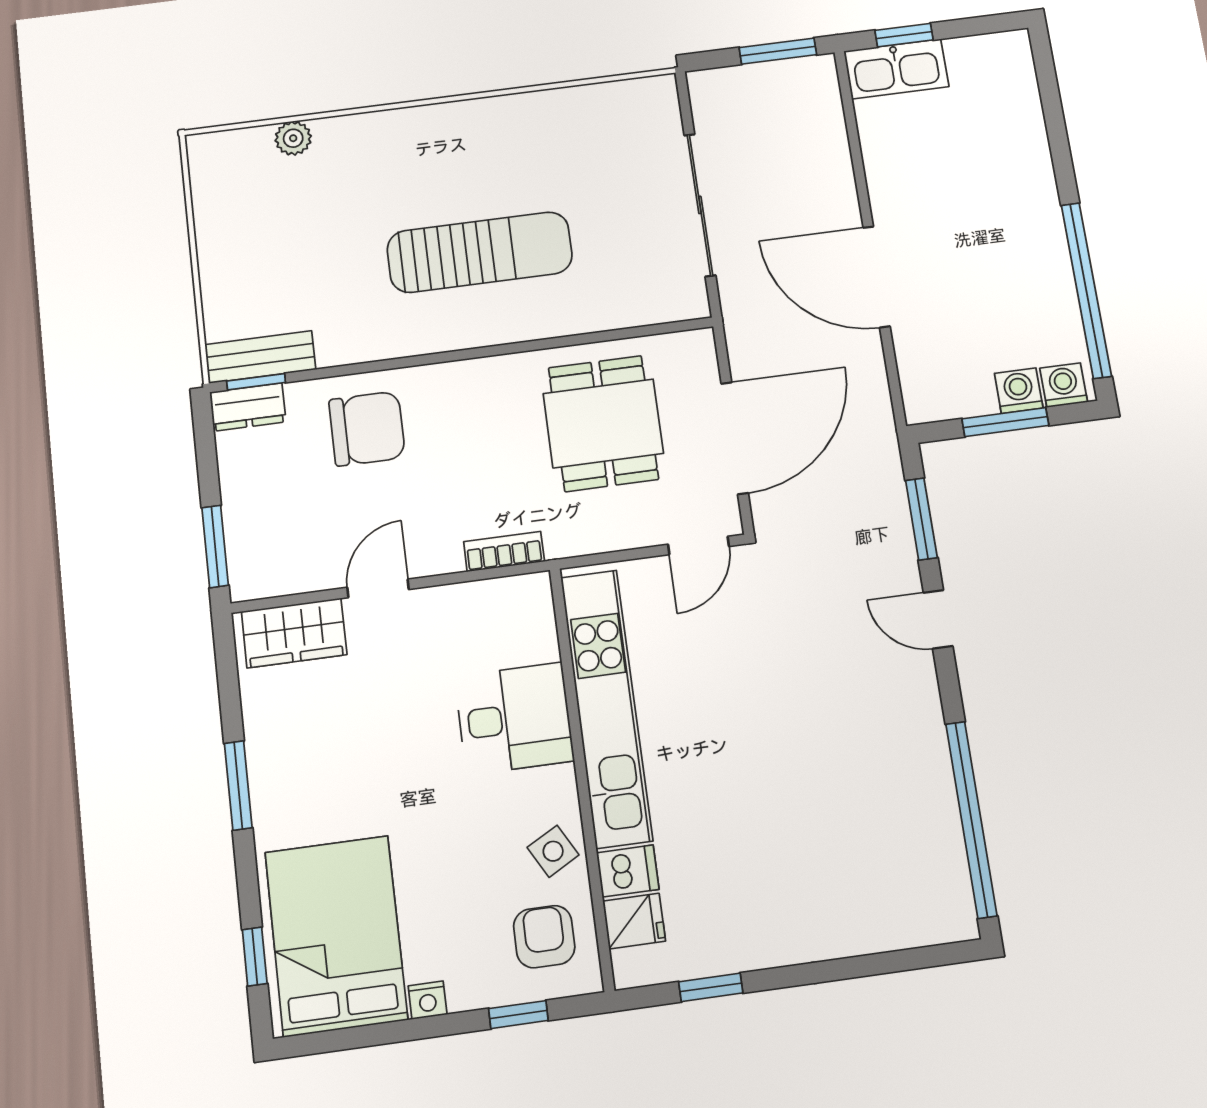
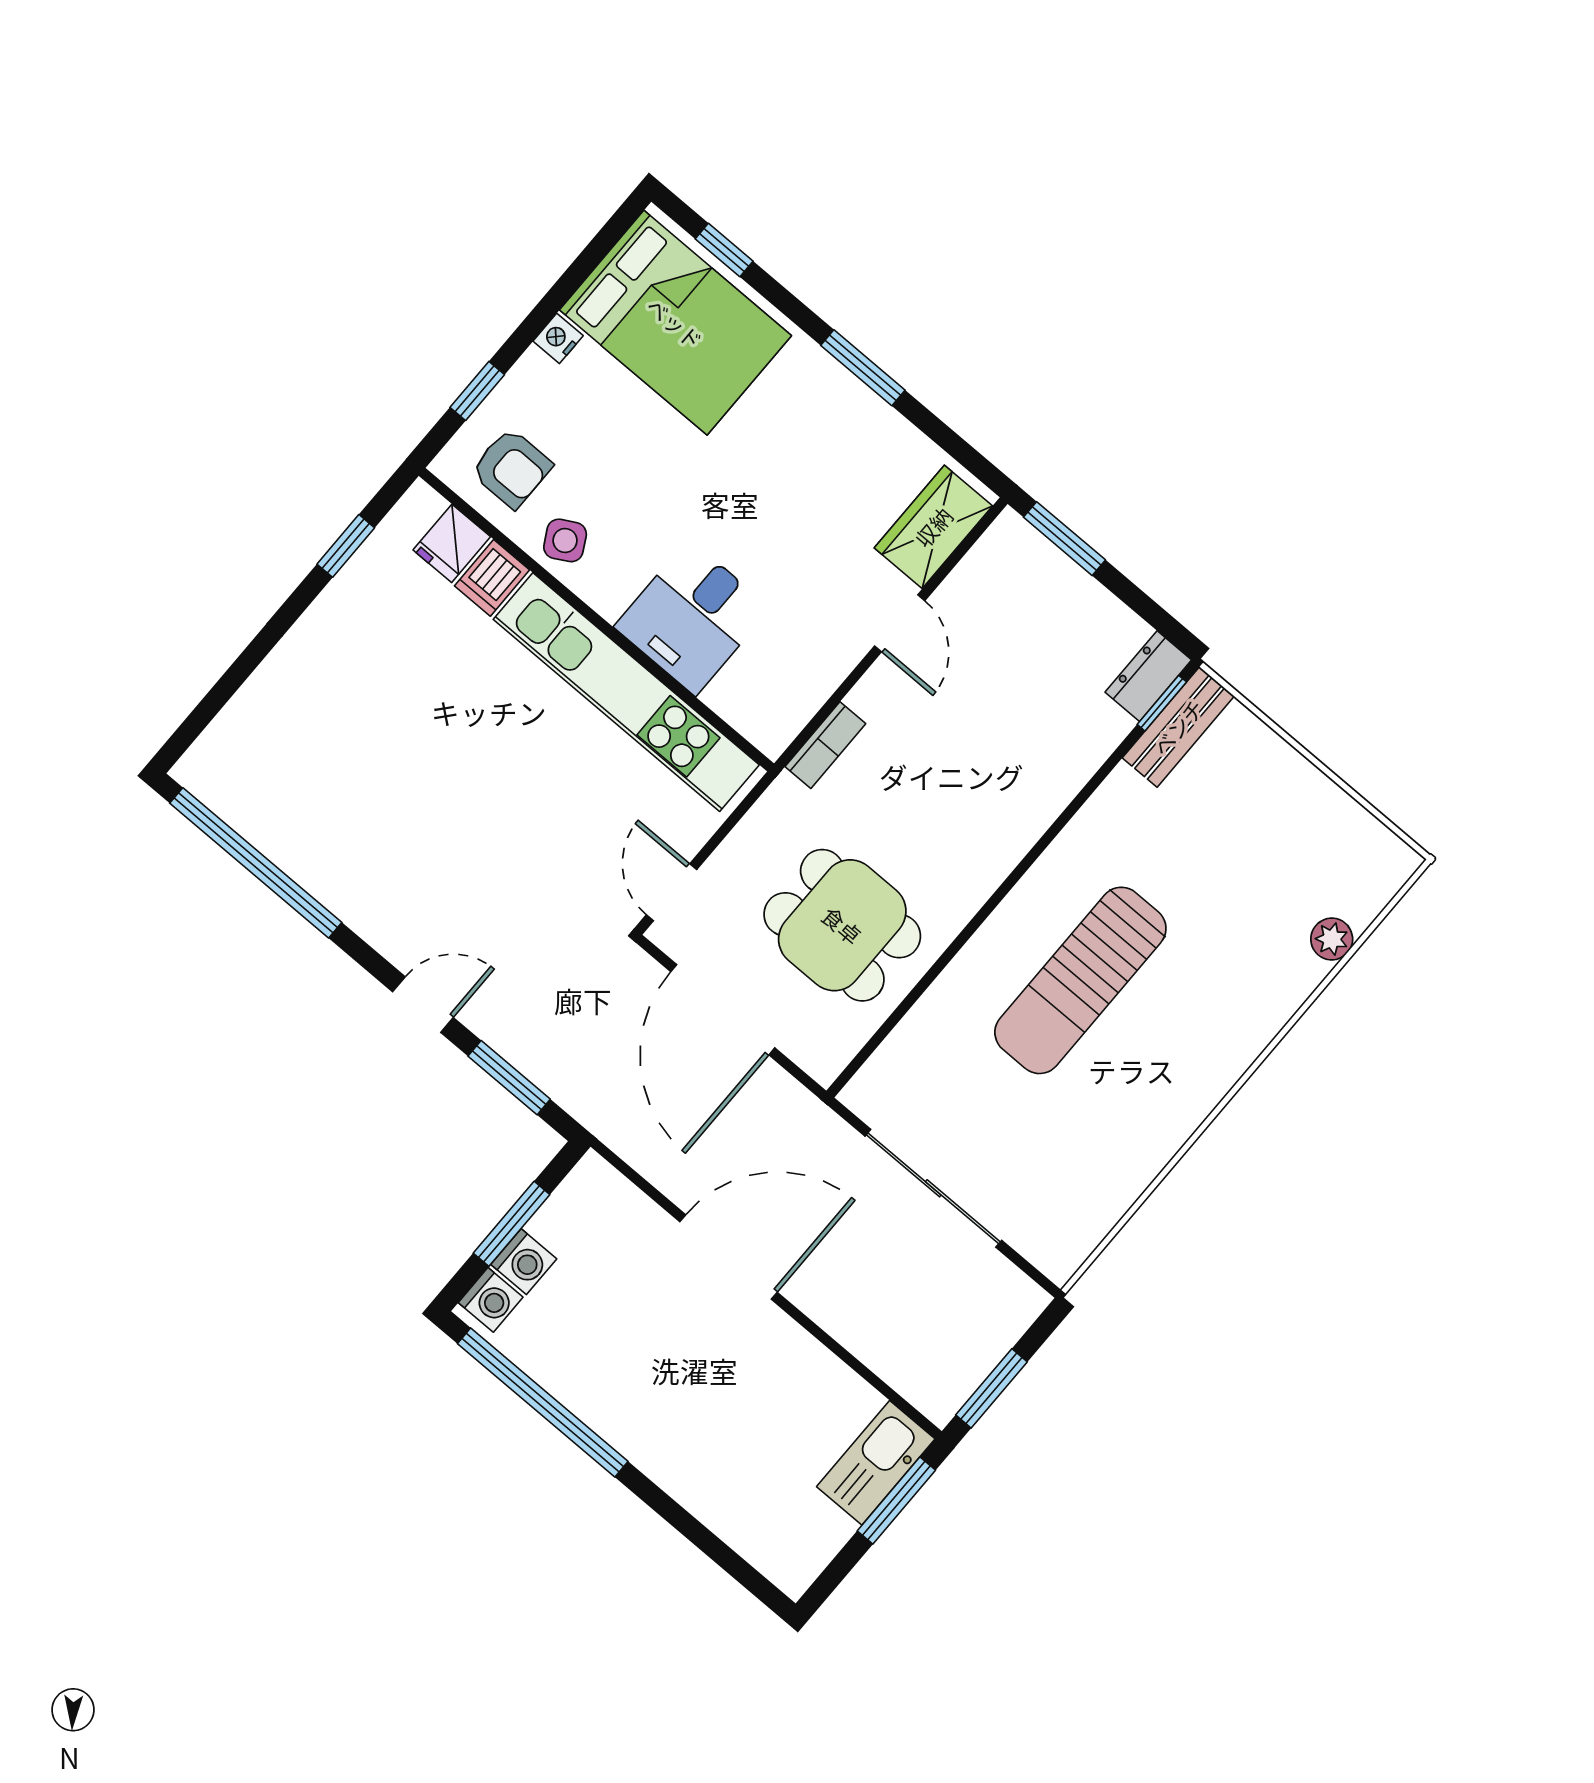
window: (904, 35) -> (896, 1500), width x1.50
chair: (367, 429) -> (1033, 746), removed

